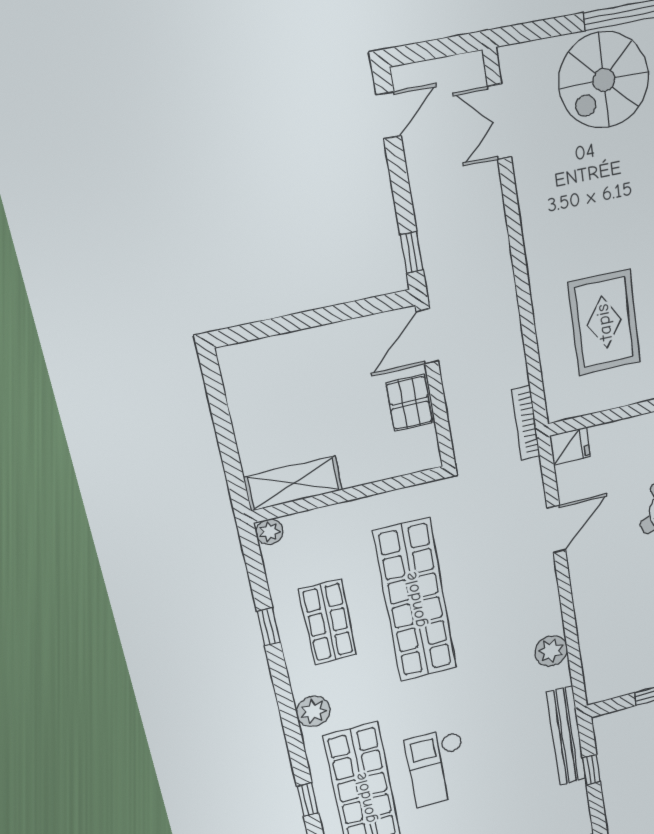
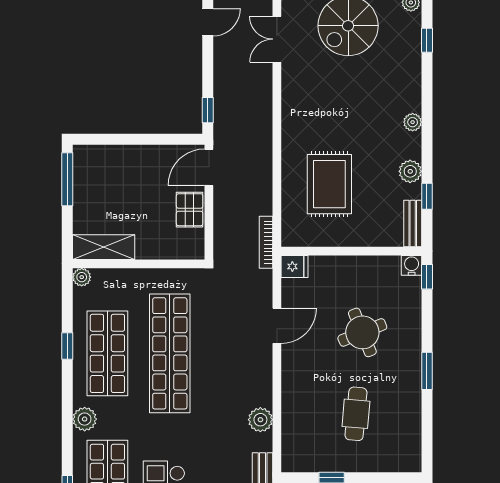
window: (217, 400) -> (67, 179), added
shop shelf: (328, 622) -> (107, 353), width x1.43, depth x1.36

